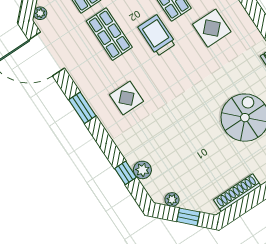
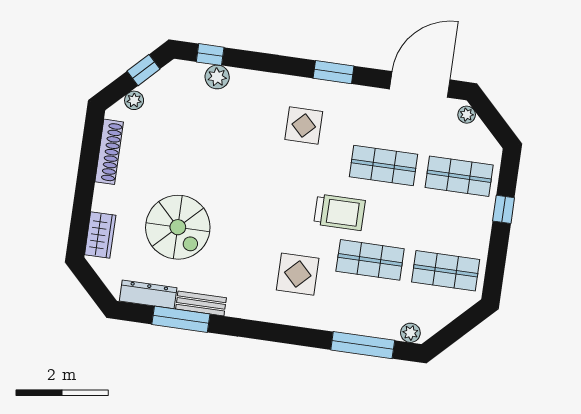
window: (125, 173) -> (210, 55), moved
plant: (172, 199) -> (134, 100), moved
window: (188, 217) -> (143, 70), moved

